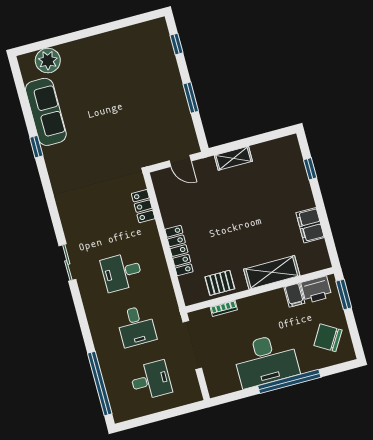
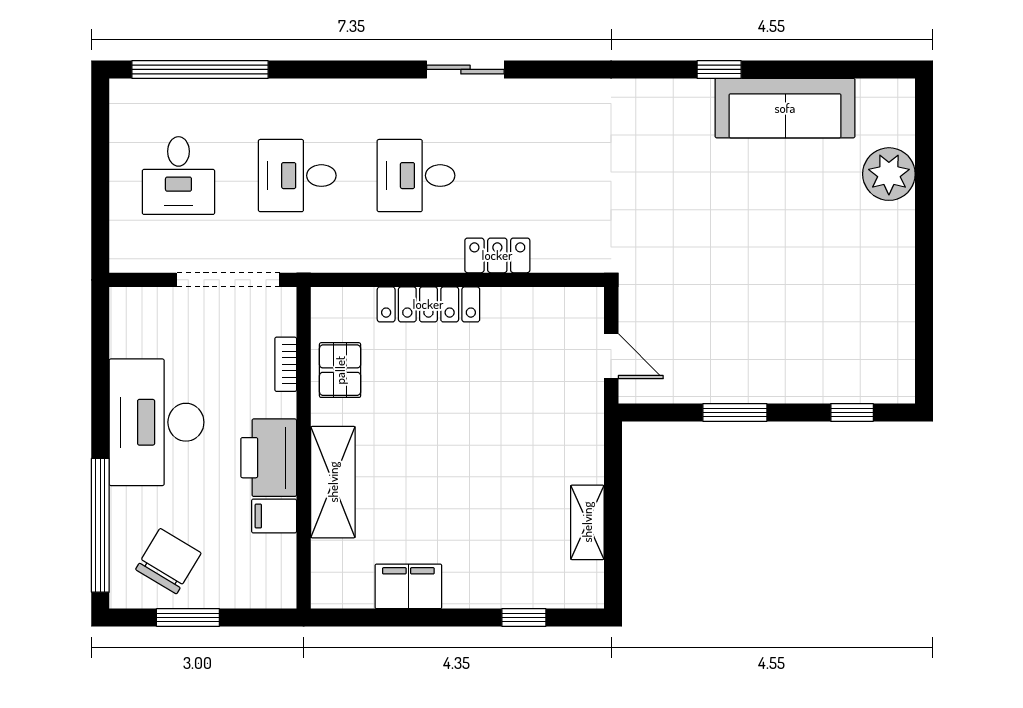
plant: (48, 61) -> (889, 174), moved
shelving: (233, 158) -> (587, 522), moved
door: (180, 161) -> (611, 356), swing flipped
locker: (143, 206) -> (497, 255), moved
desk: (122, 272) -> (416, 176), turned -90
printer: (316, 290) -> (269, 458), moved, width x1.37, depth x1.19
window: (344, 295) -> (188, 617), moved
window: (289, 381) -> (100, 525), moved

